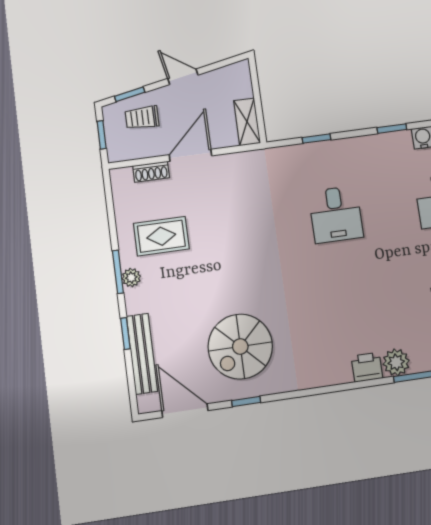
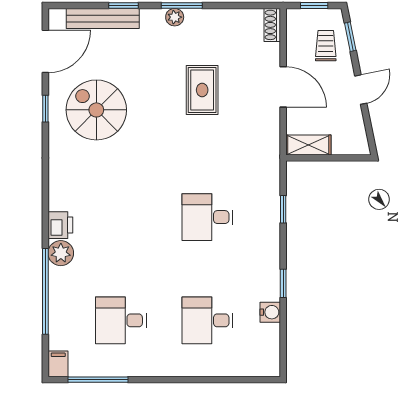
shoe rack: (151, 172) -> (272, 25), moved
rug: (161, 236) -> (202, 90), moved

